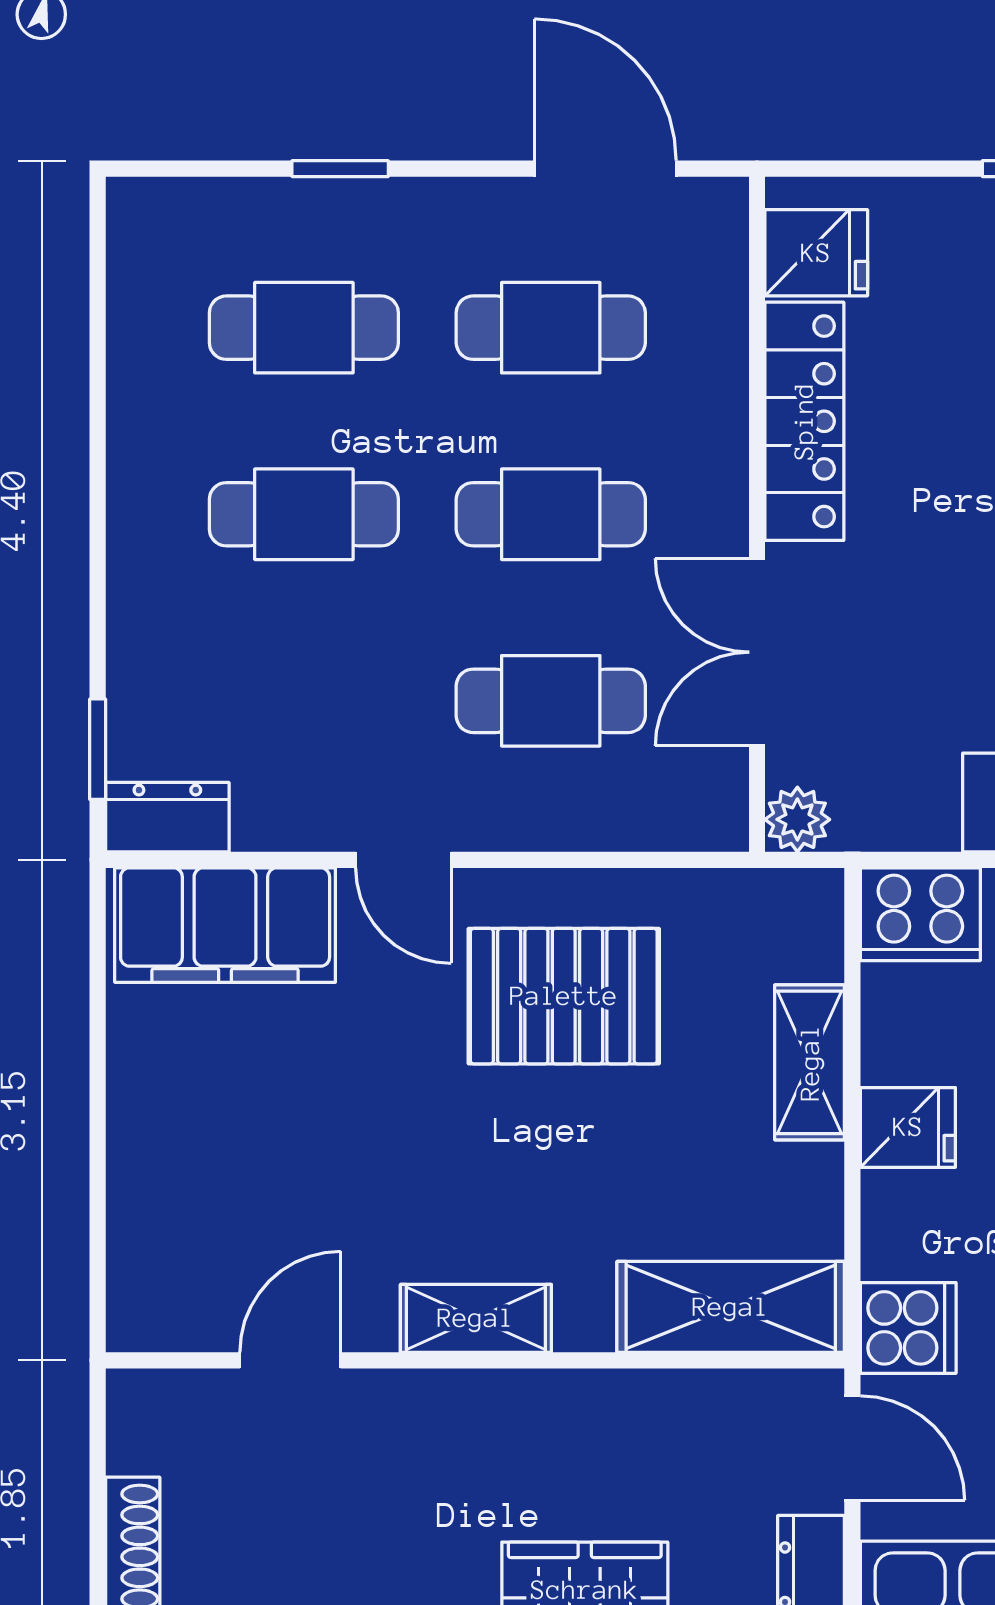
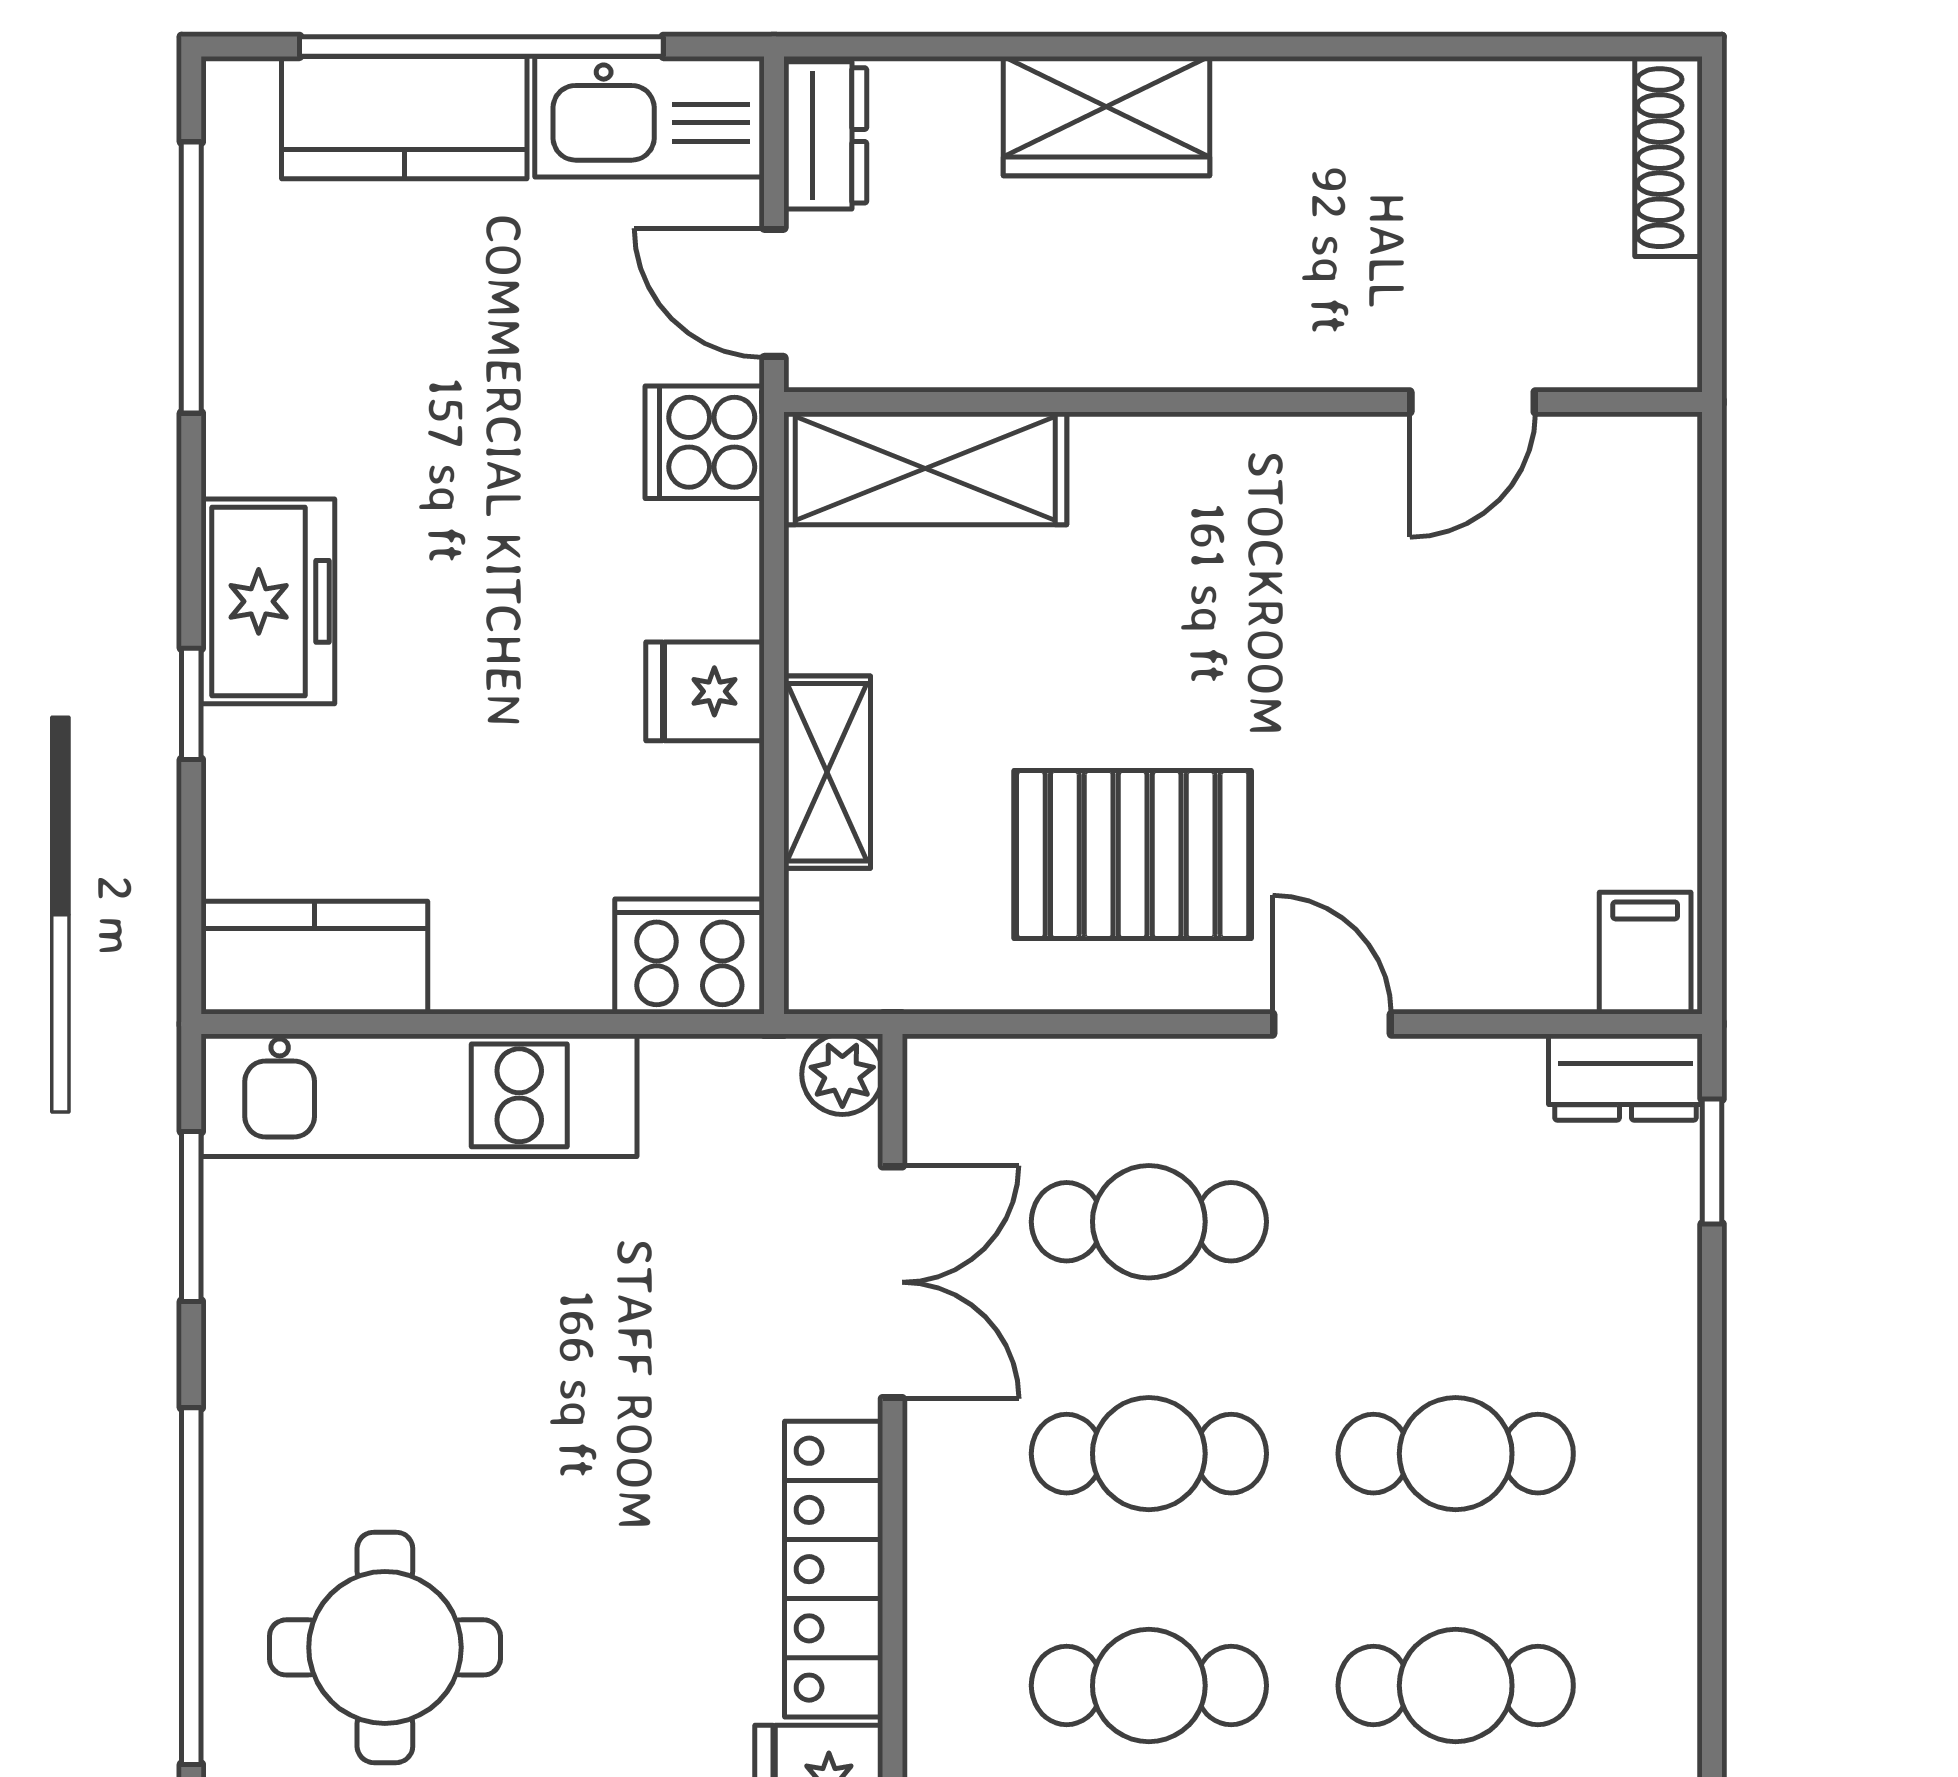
filing cabinet: (225, 925) -> (1645, 953), width x0.33, depth x0.86
shelving: (476, 1318) -> (1242, 454), removed

